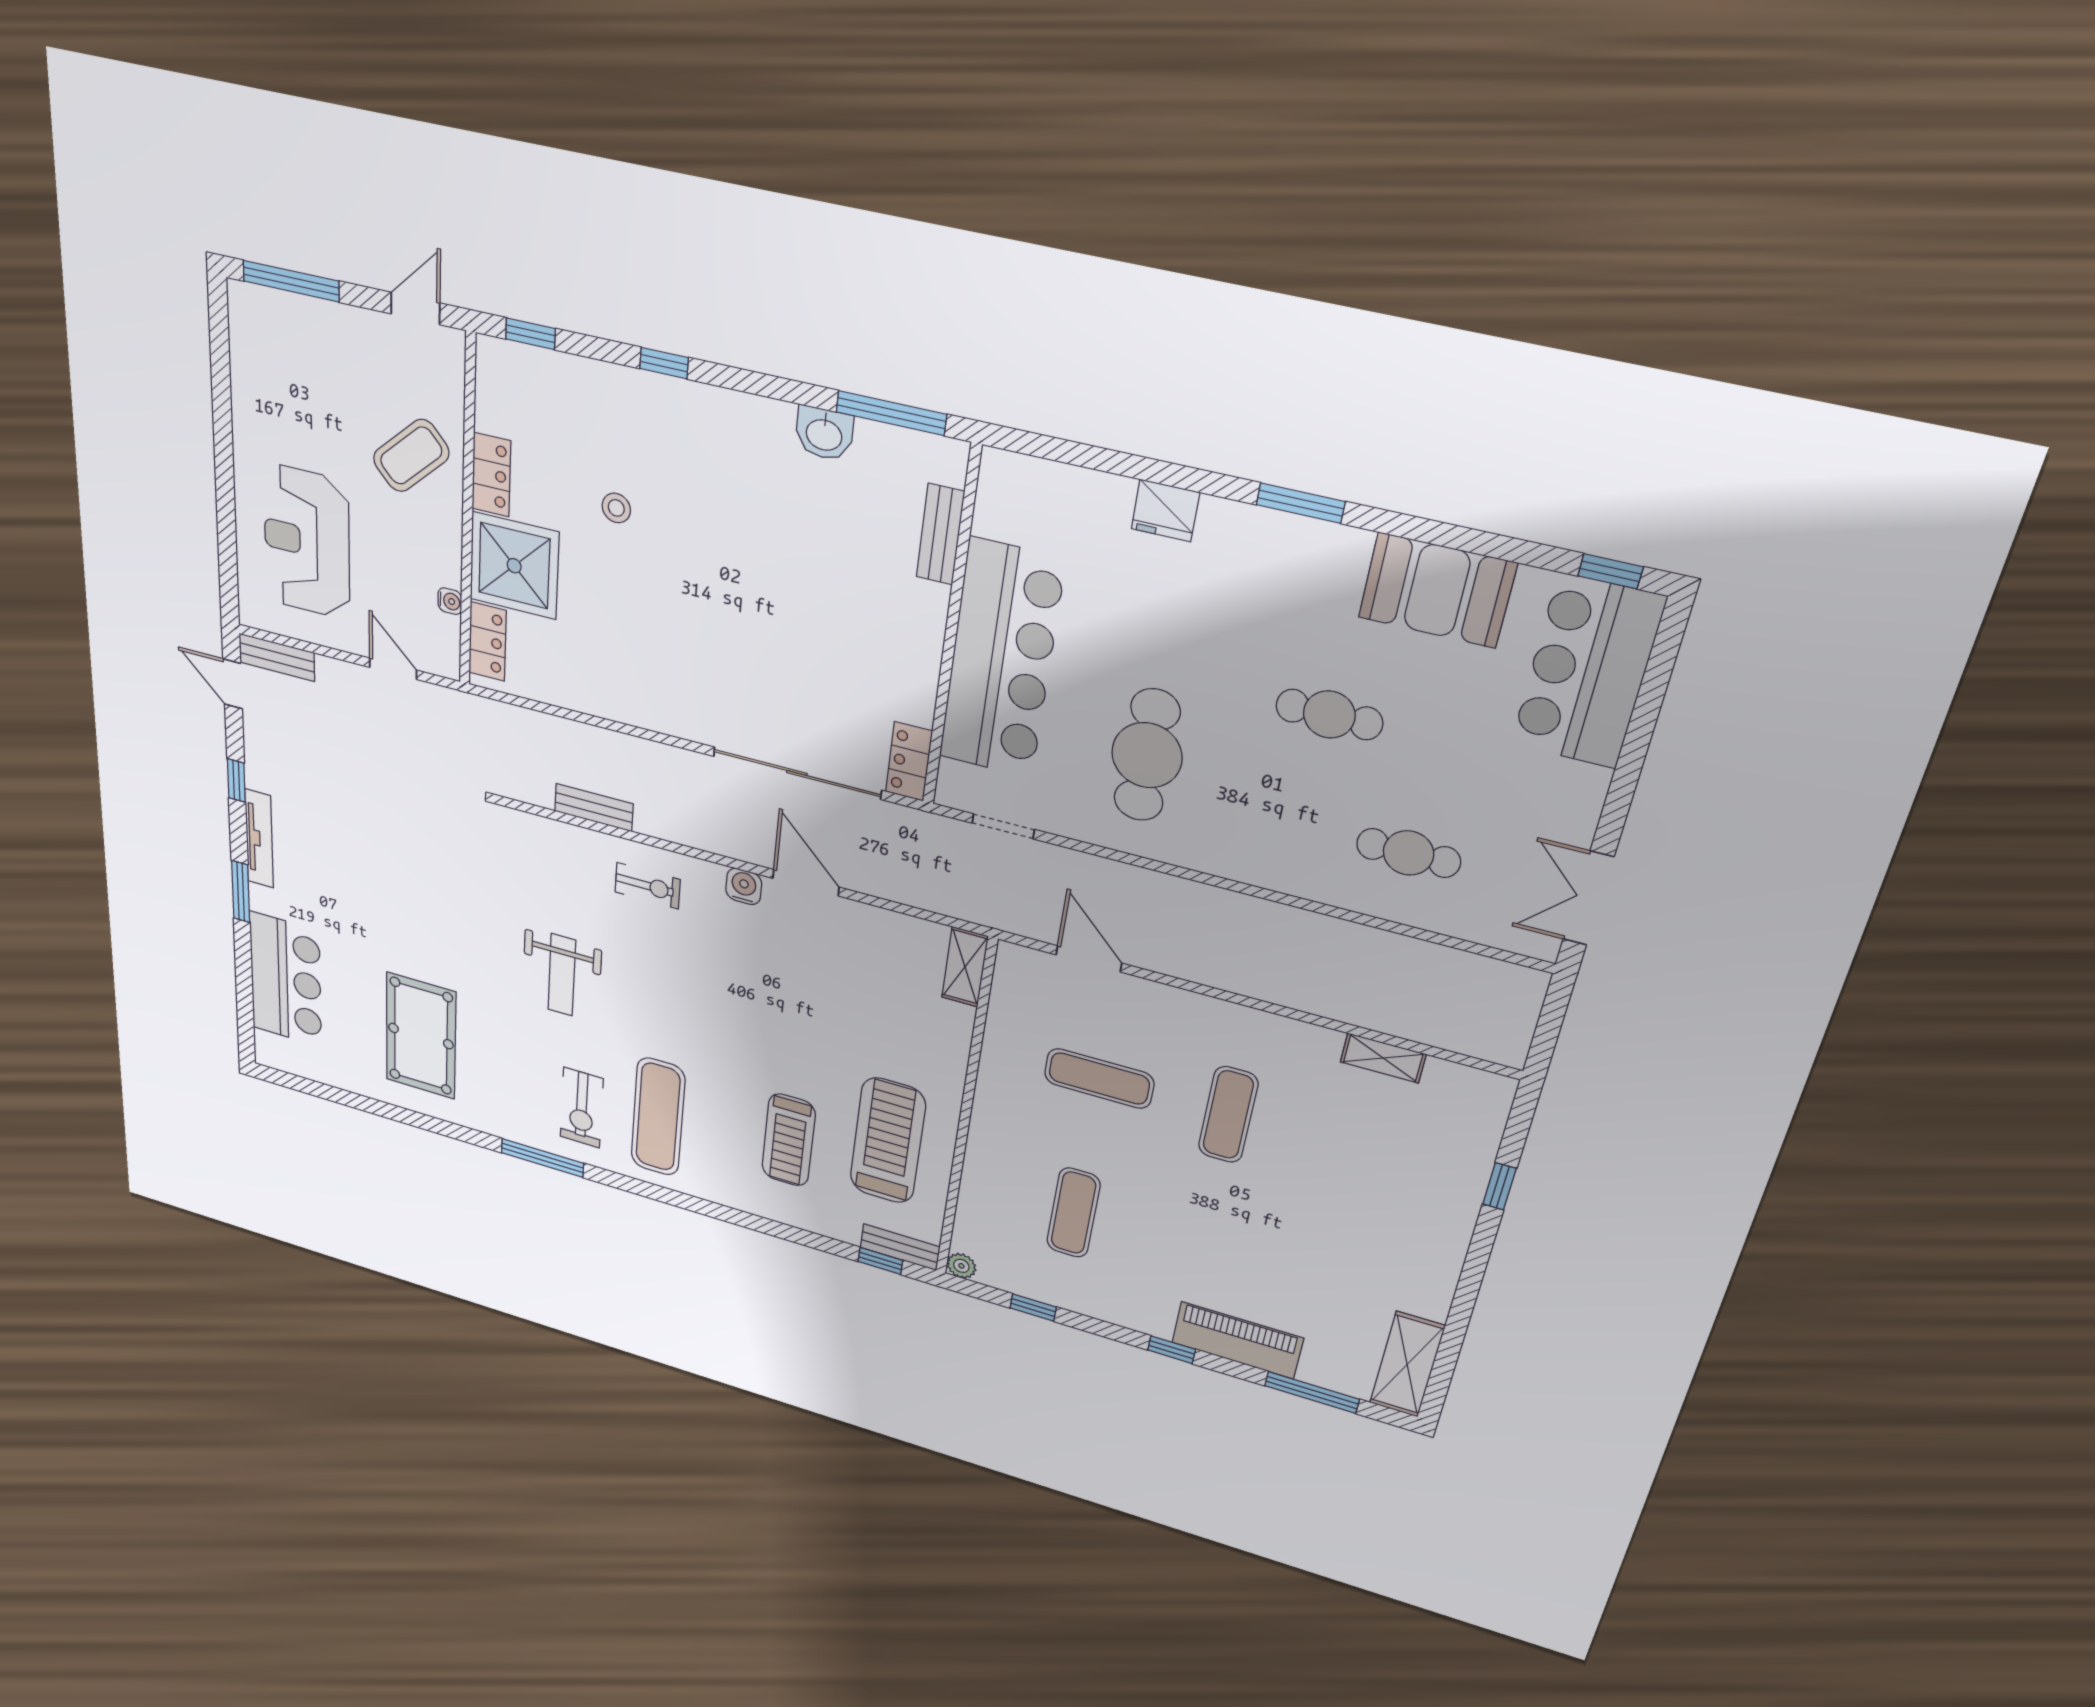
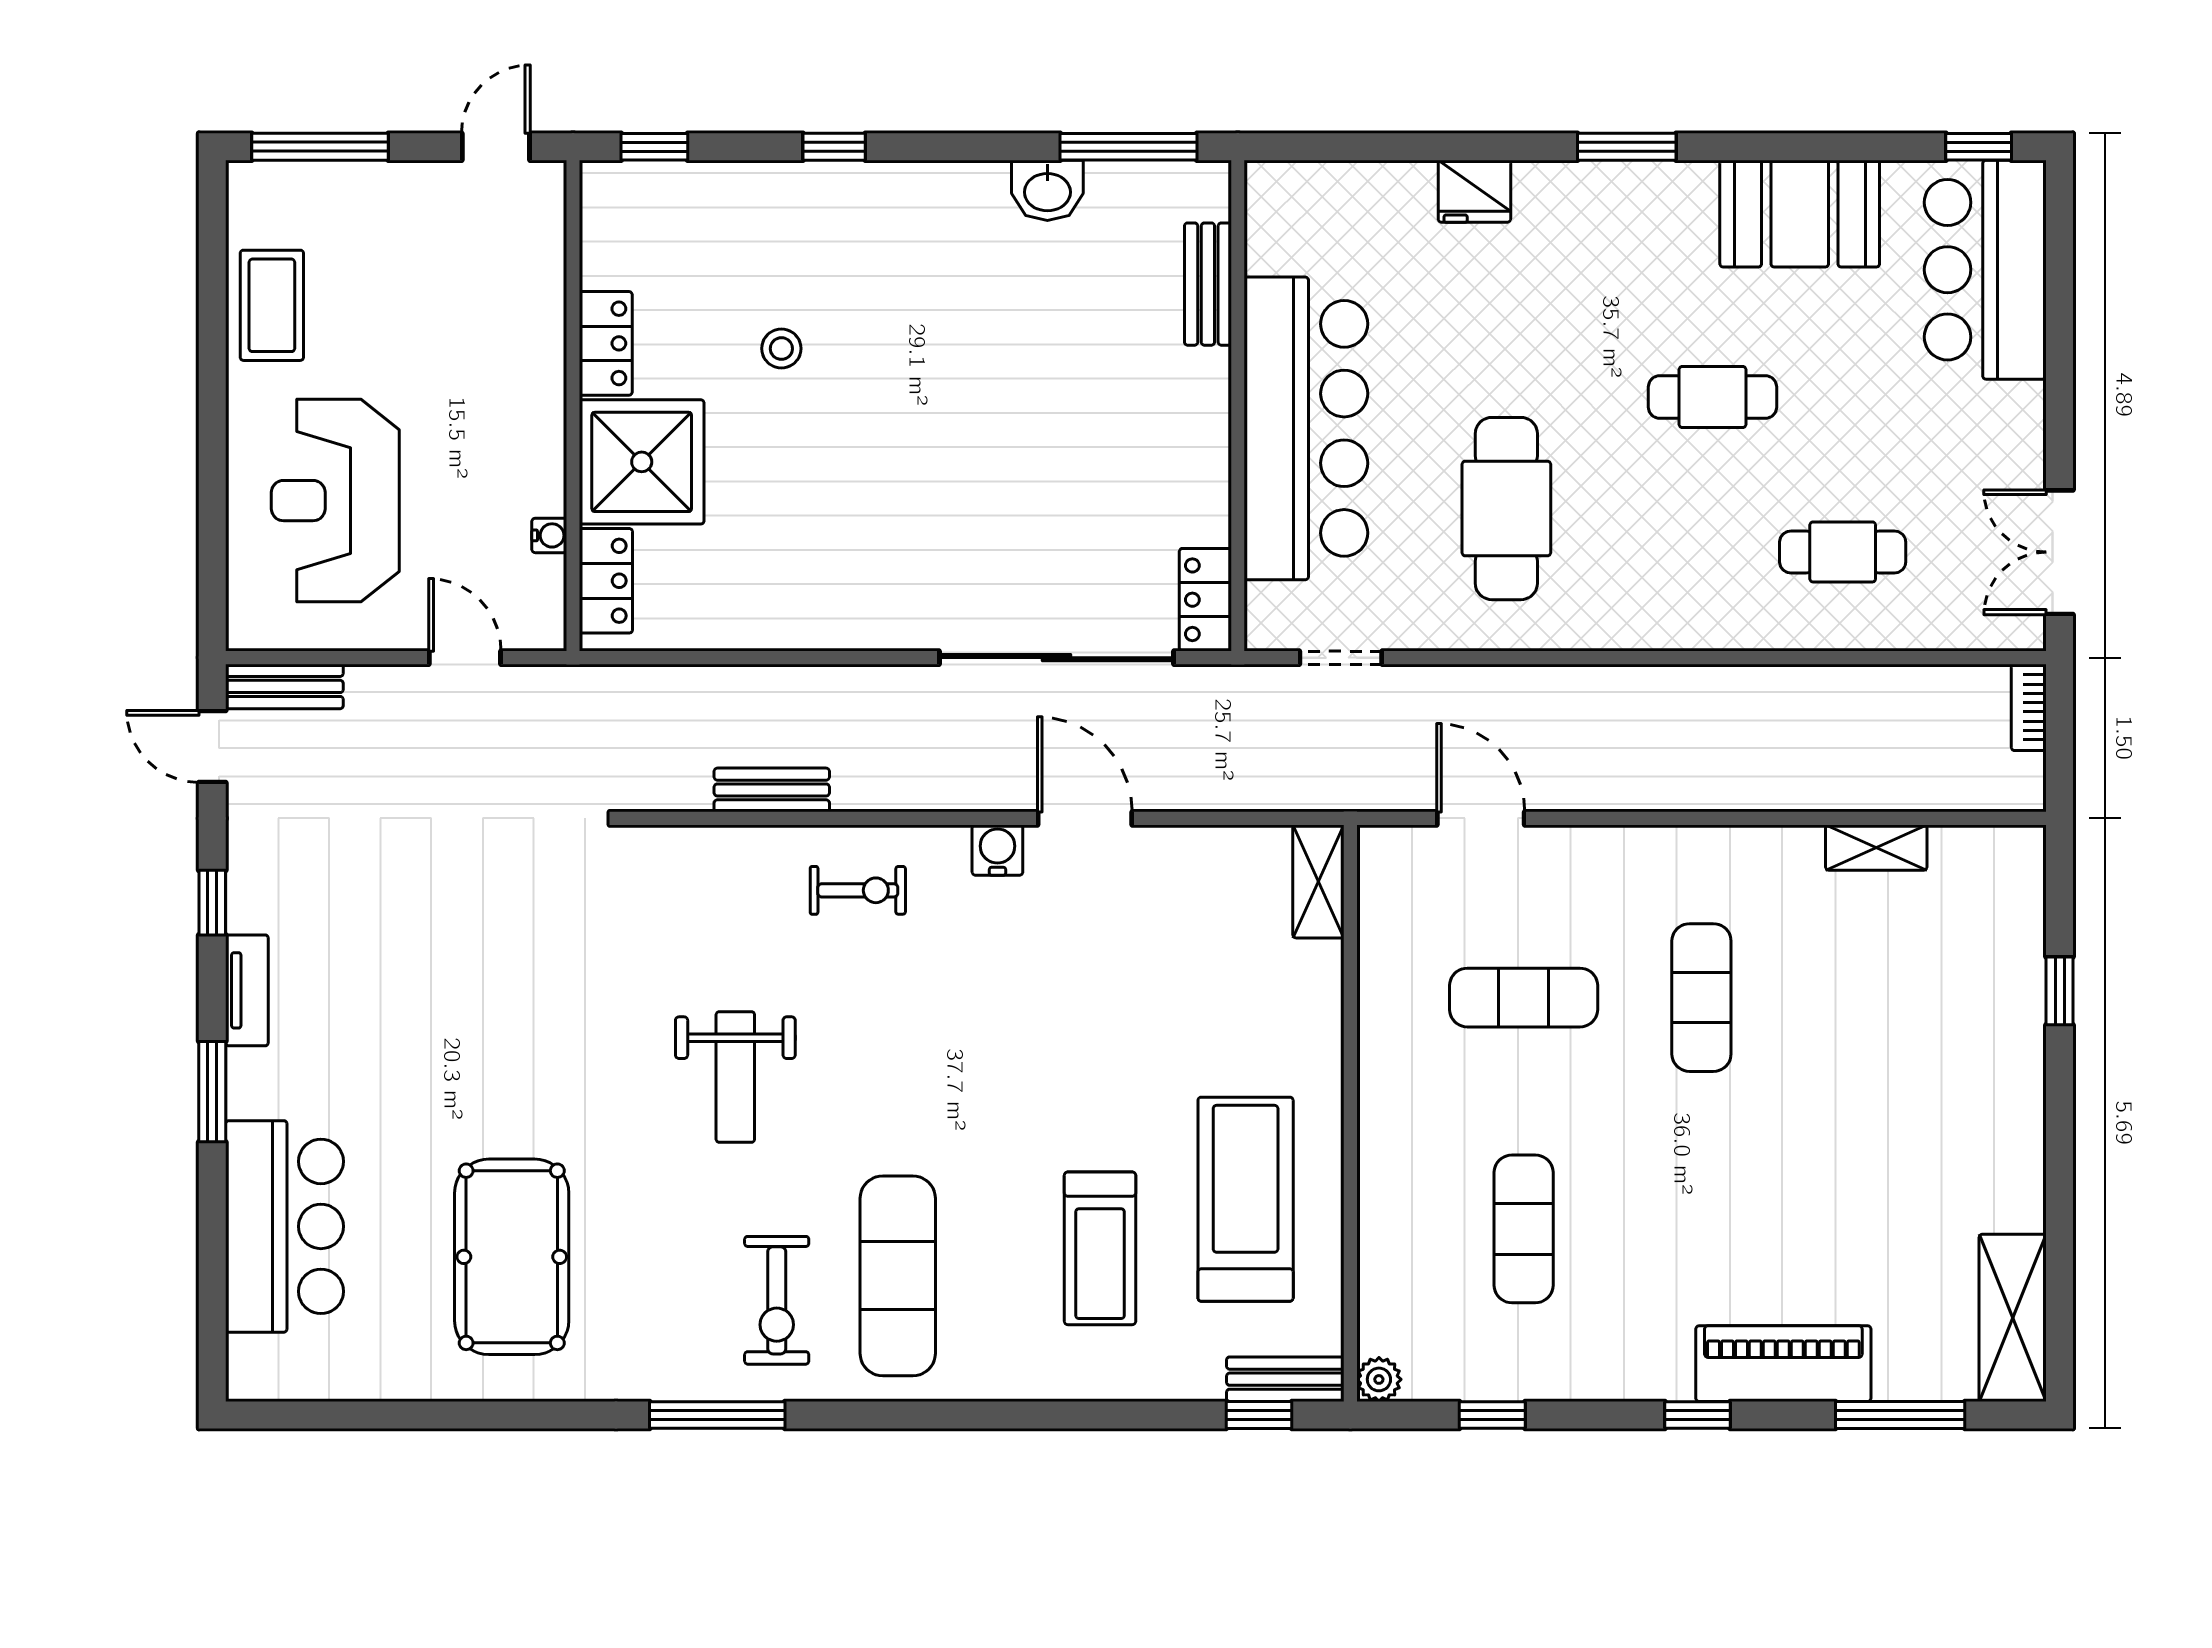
coffee table: (411, 456) -> (272, 305), moved, turned -47
tv unit: (259, 839) -> (247, 990), width x0.71
bookcase: (1530, 999) -> (2029, 707), added

